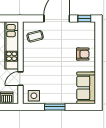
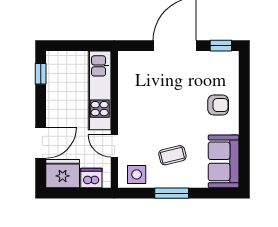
coffee table: (35, 36) -> (172, 155), moved
door: (20, 79) -> (114, 146), hinge flipped

